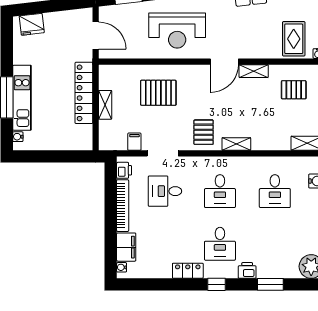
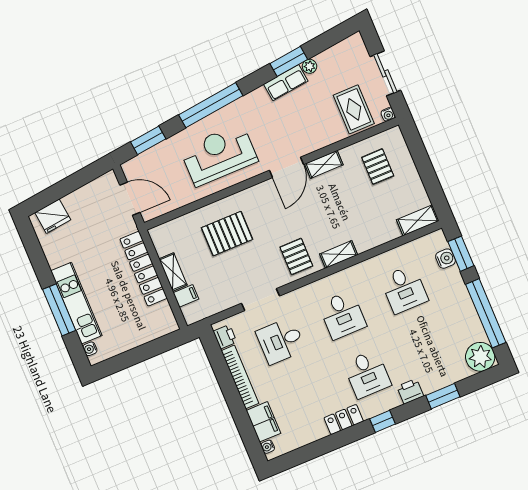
reception desk: (177, 30) -> (219, 155), turned 180
pallet: (294, 90) -> (378, 167), turned 90
filing cabinet: (134, 142) -> (186, 296), moved, turned 90

